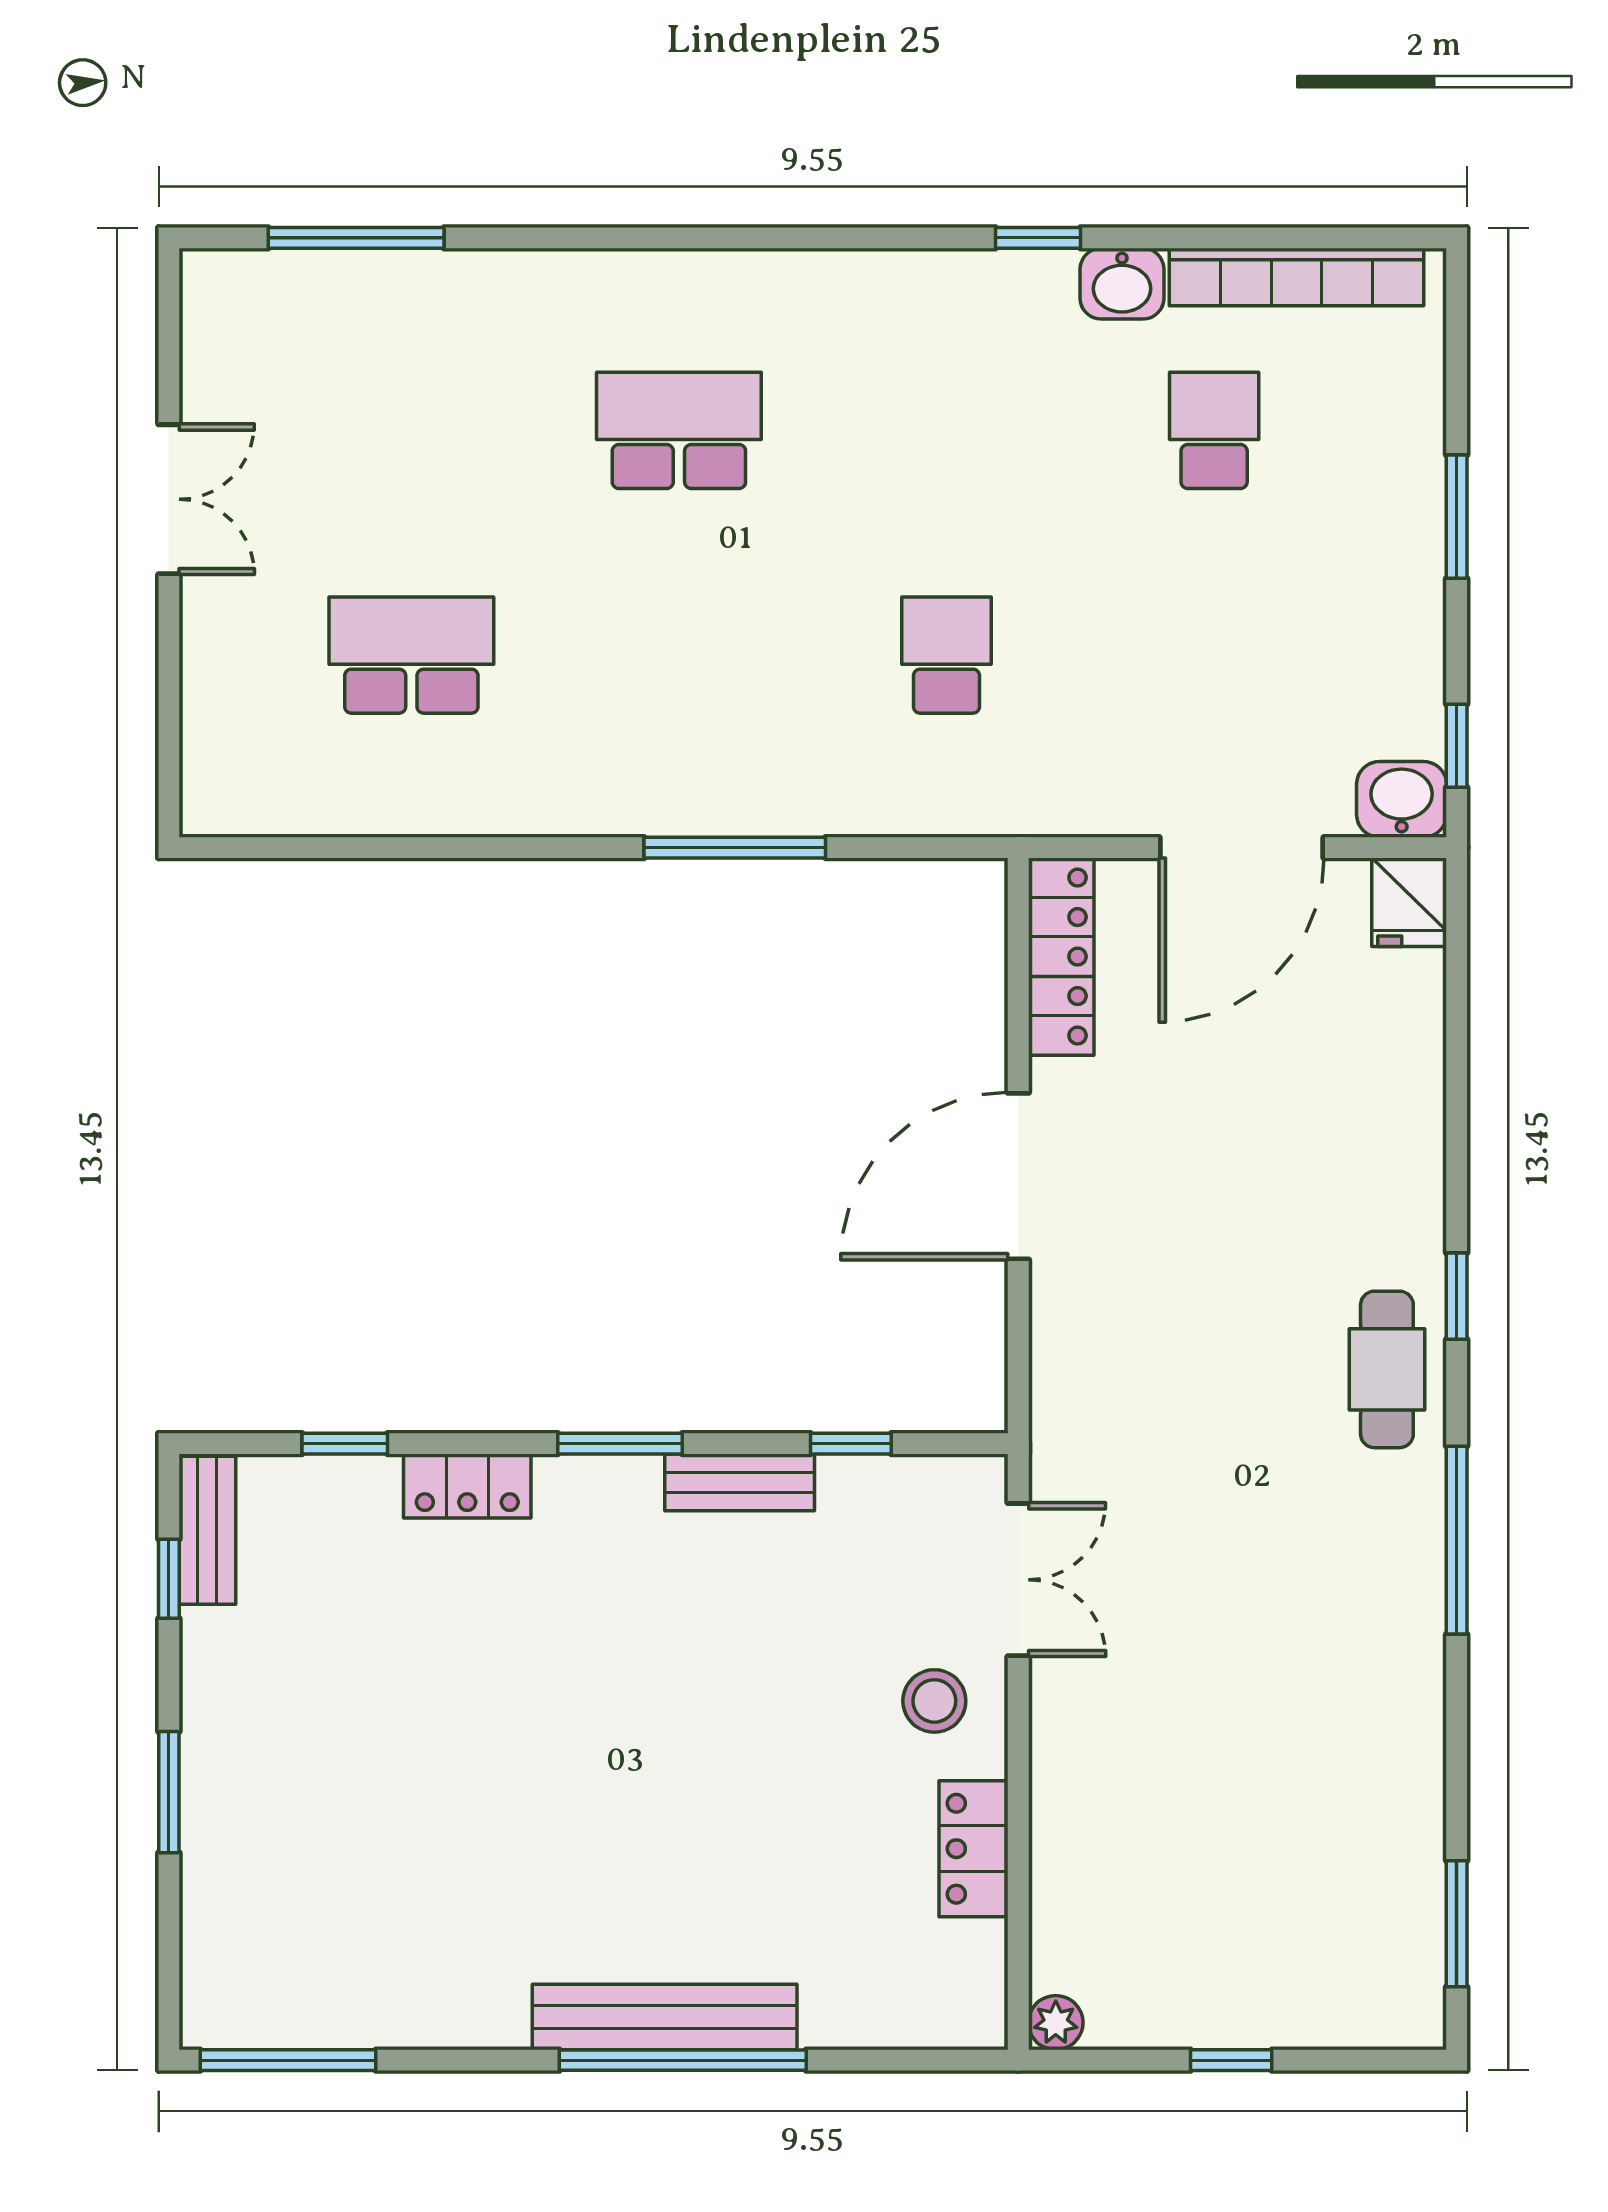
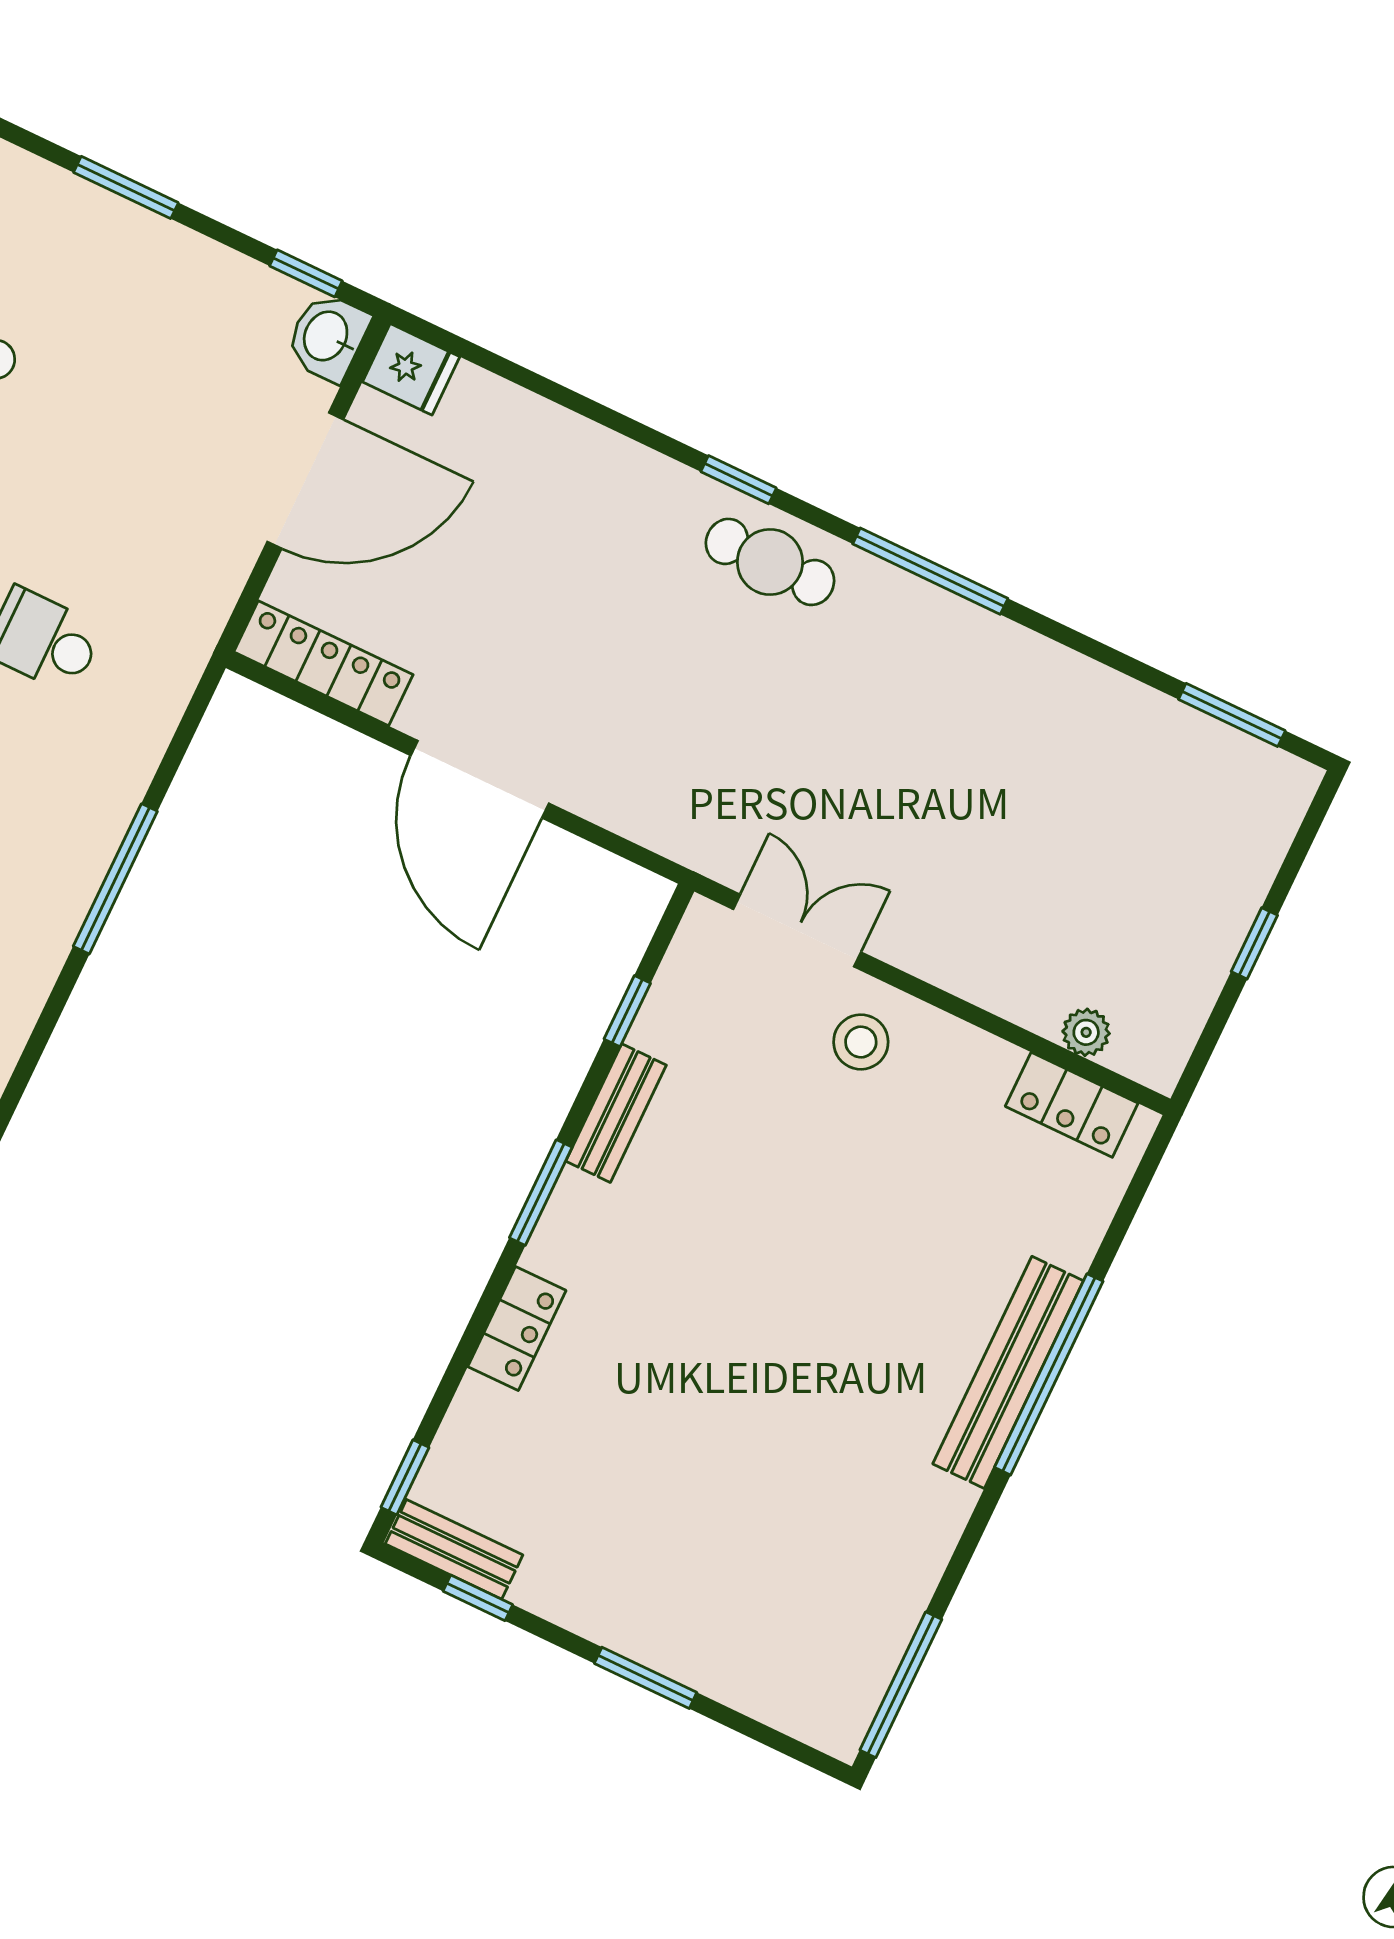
door: (1241, 848) -> (305, 481), hinge flipped
window: (345, 1444) -> (405, 1477), moved
locker: (974, 1849) -> (1072, 1105), moved
plant: (1056, 2023) -> (1086, 1032), moved

